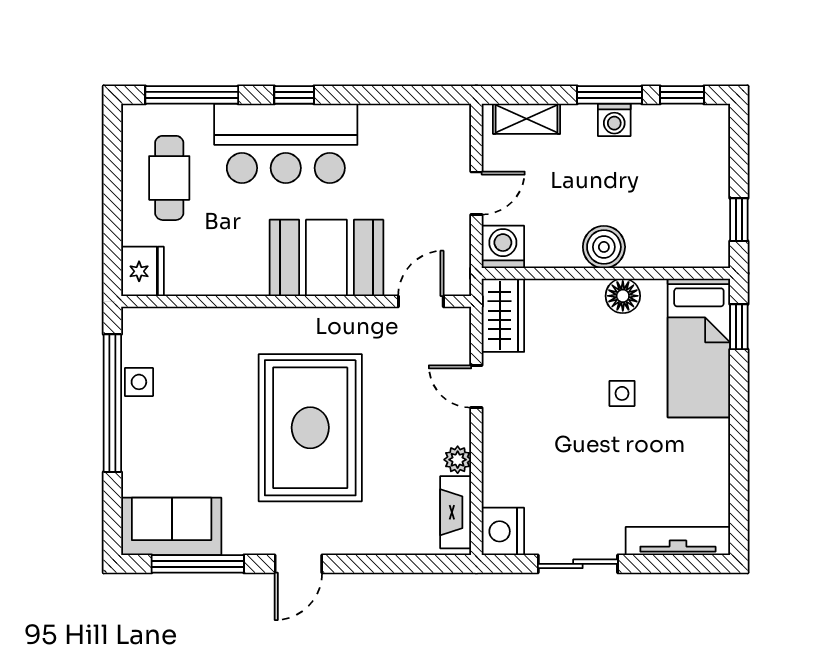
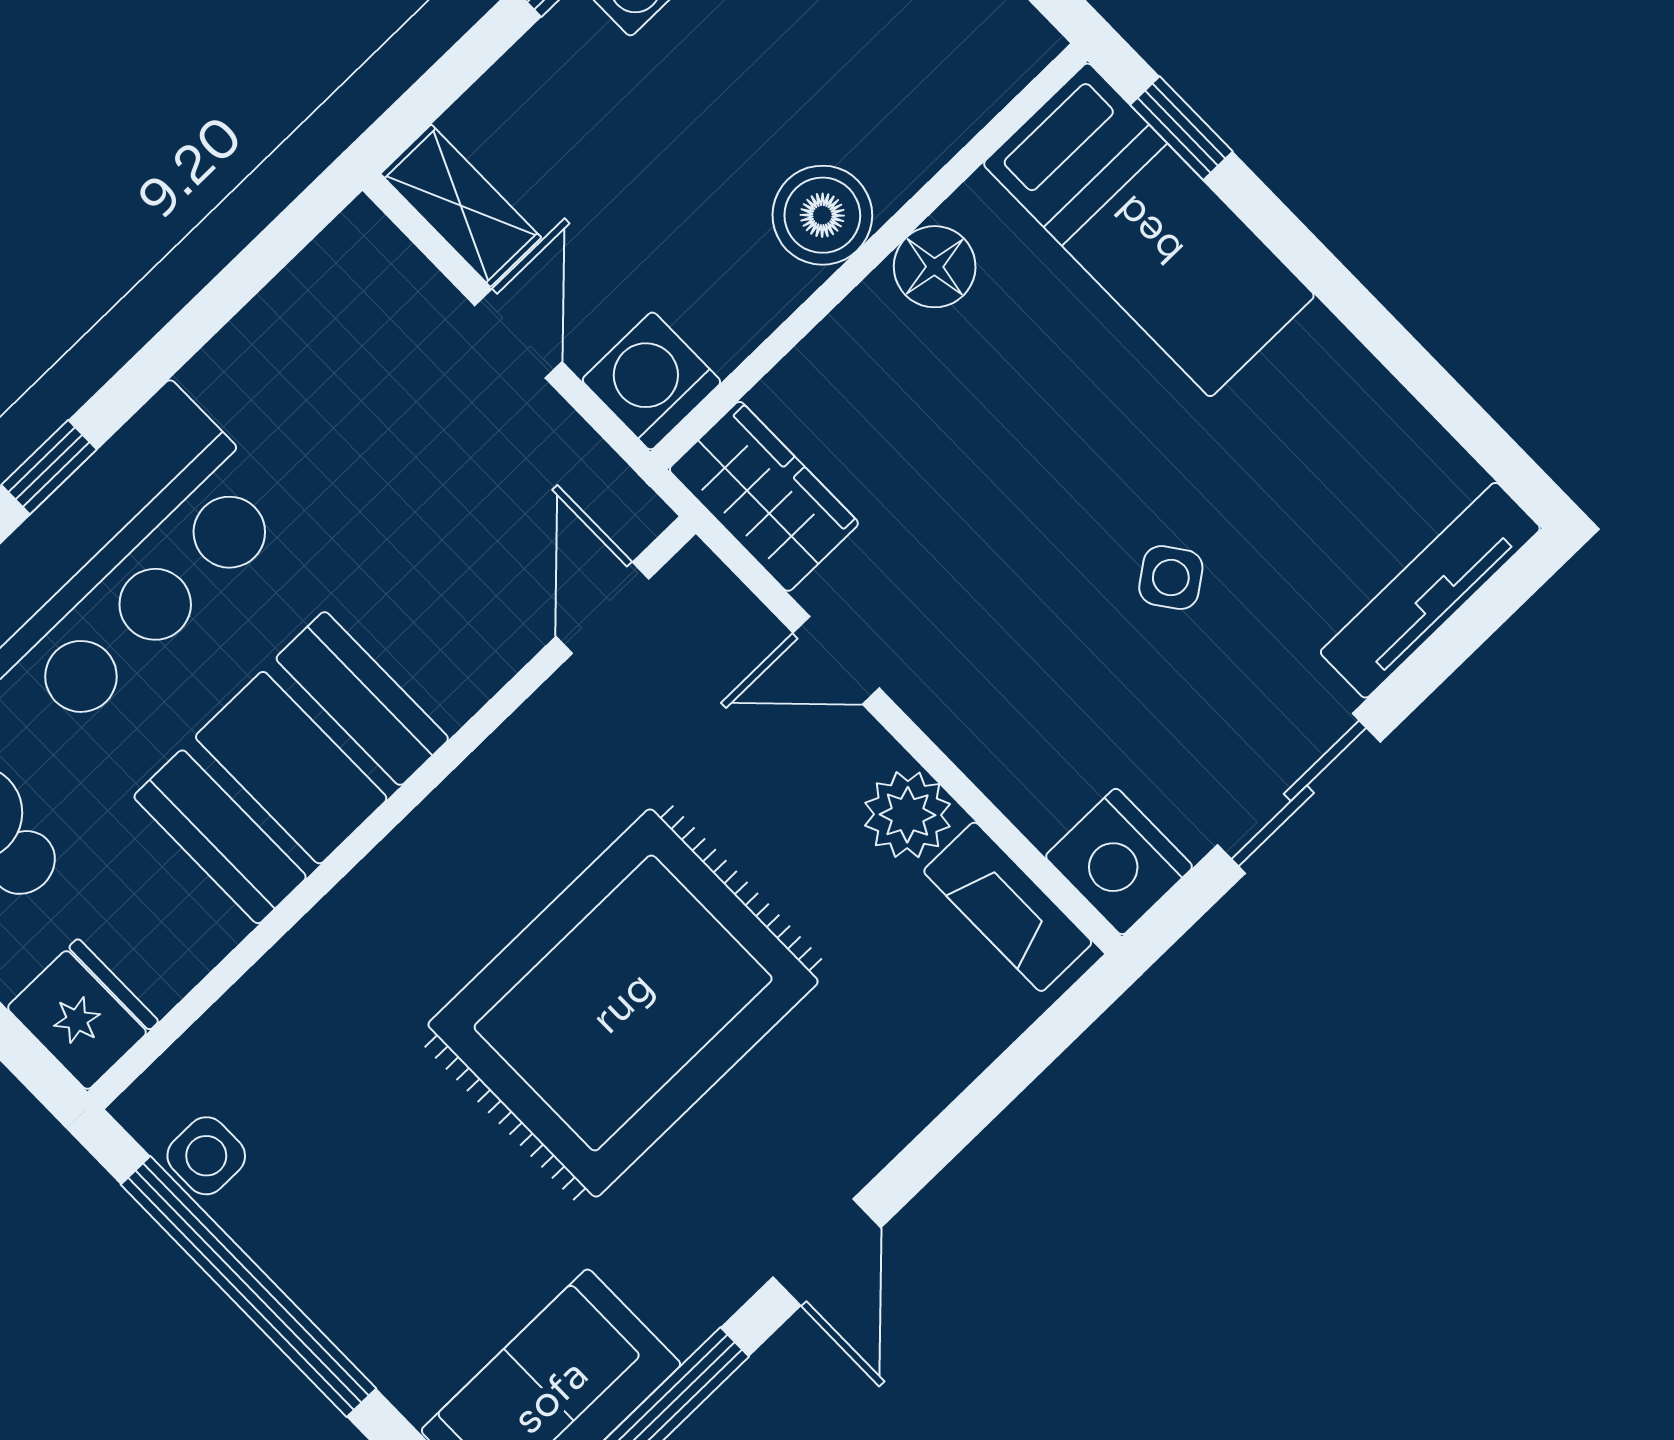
shelving: (527, 119) -> (461, 206), moved, turned 90
booth: (326, 258) -> (291, 768), moved
side table: (139, 382) -> (206, 1156), moved
side table: (622, 393) -> (1171, 578), moved, turned -36
rug: (310, 428) -> (623, 1003), turned 90
plant: (458, 460) -> (907, 815), width x1.38, depth x1.38

